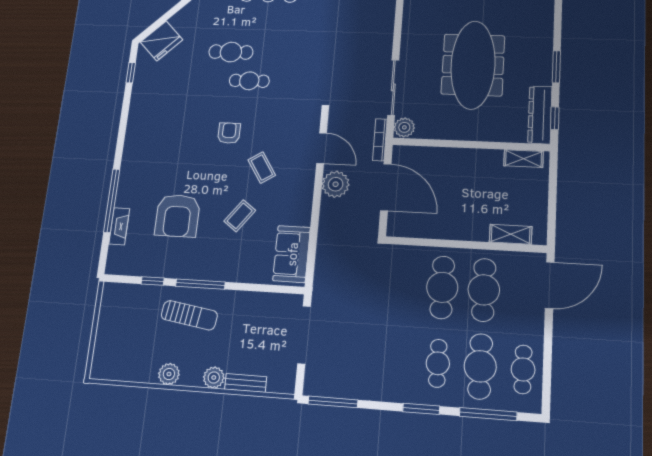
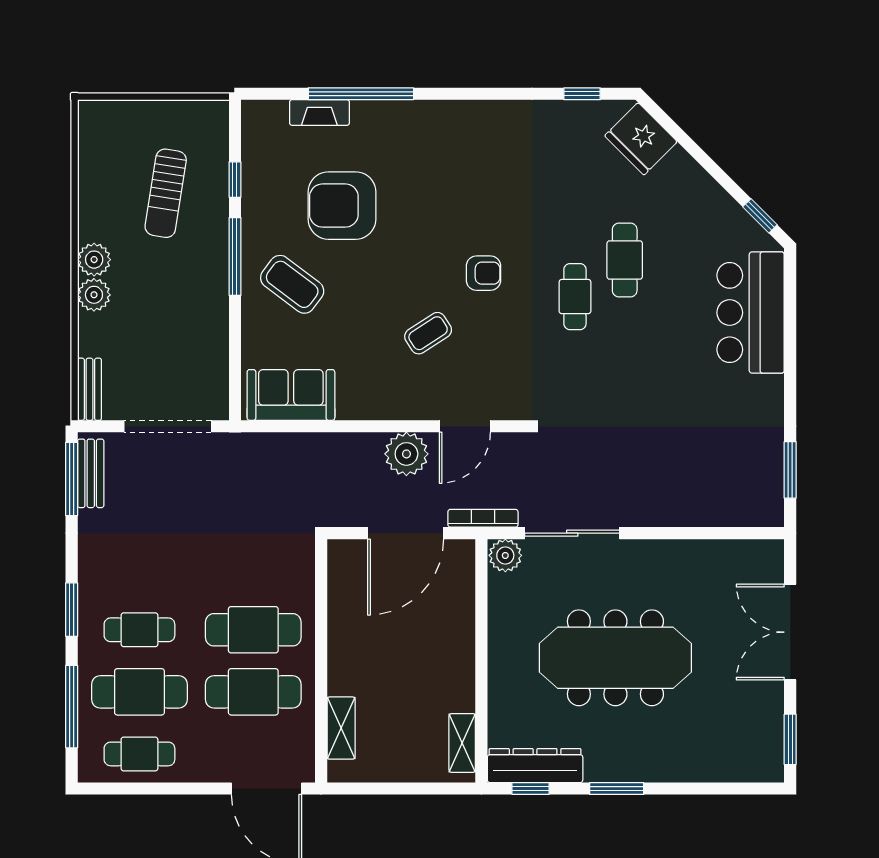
coffee table: (240, 216) -> (292, 284), moved, width x1.36, depth x1.30
sun lounger: (189, 315) -> (166, 193), moved
plant: (169, 374) -> (94, 260), moved
bench: (246, 383) -> (89, 389), moved
bench: (330, 389) -> (91, 473), added

